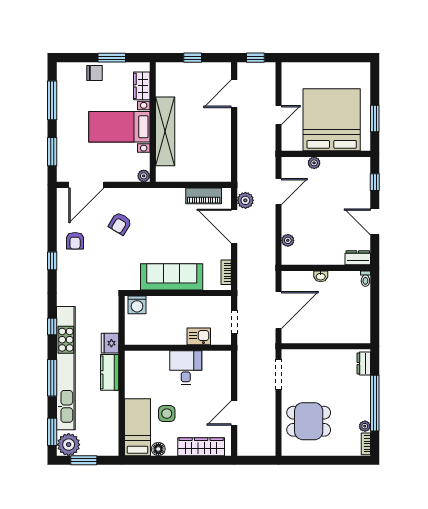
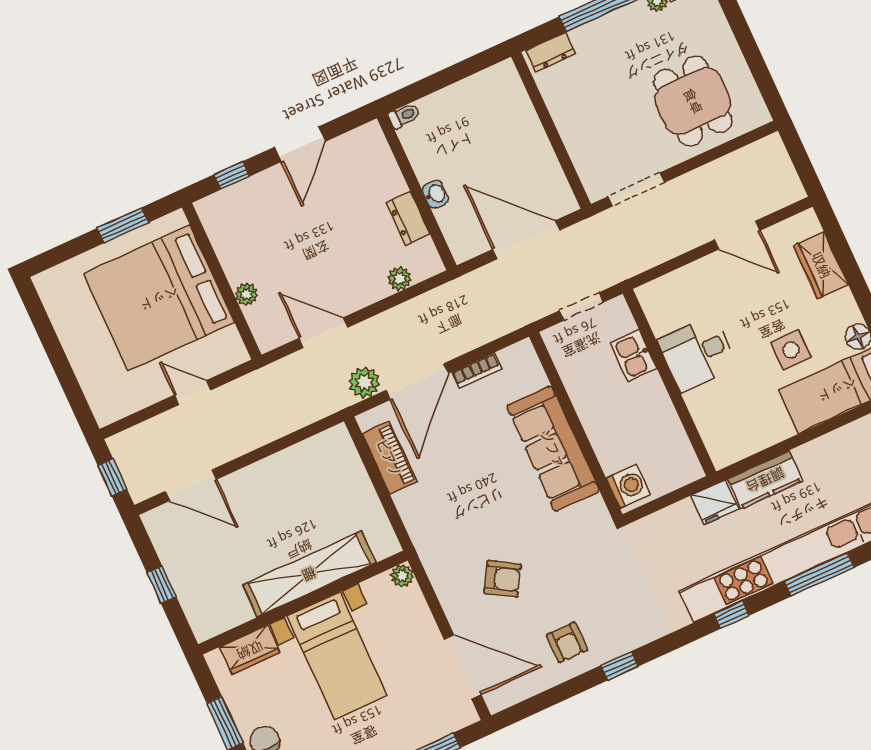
armchair: (75, 241) -> (567, 642), turned 90
dresser: (358, 258) -> (408, 219), moved
bookcase: (226, 272) -> (477, 371), moved
wardrobe: (201, 447) -> (821, 265), width x0.67

